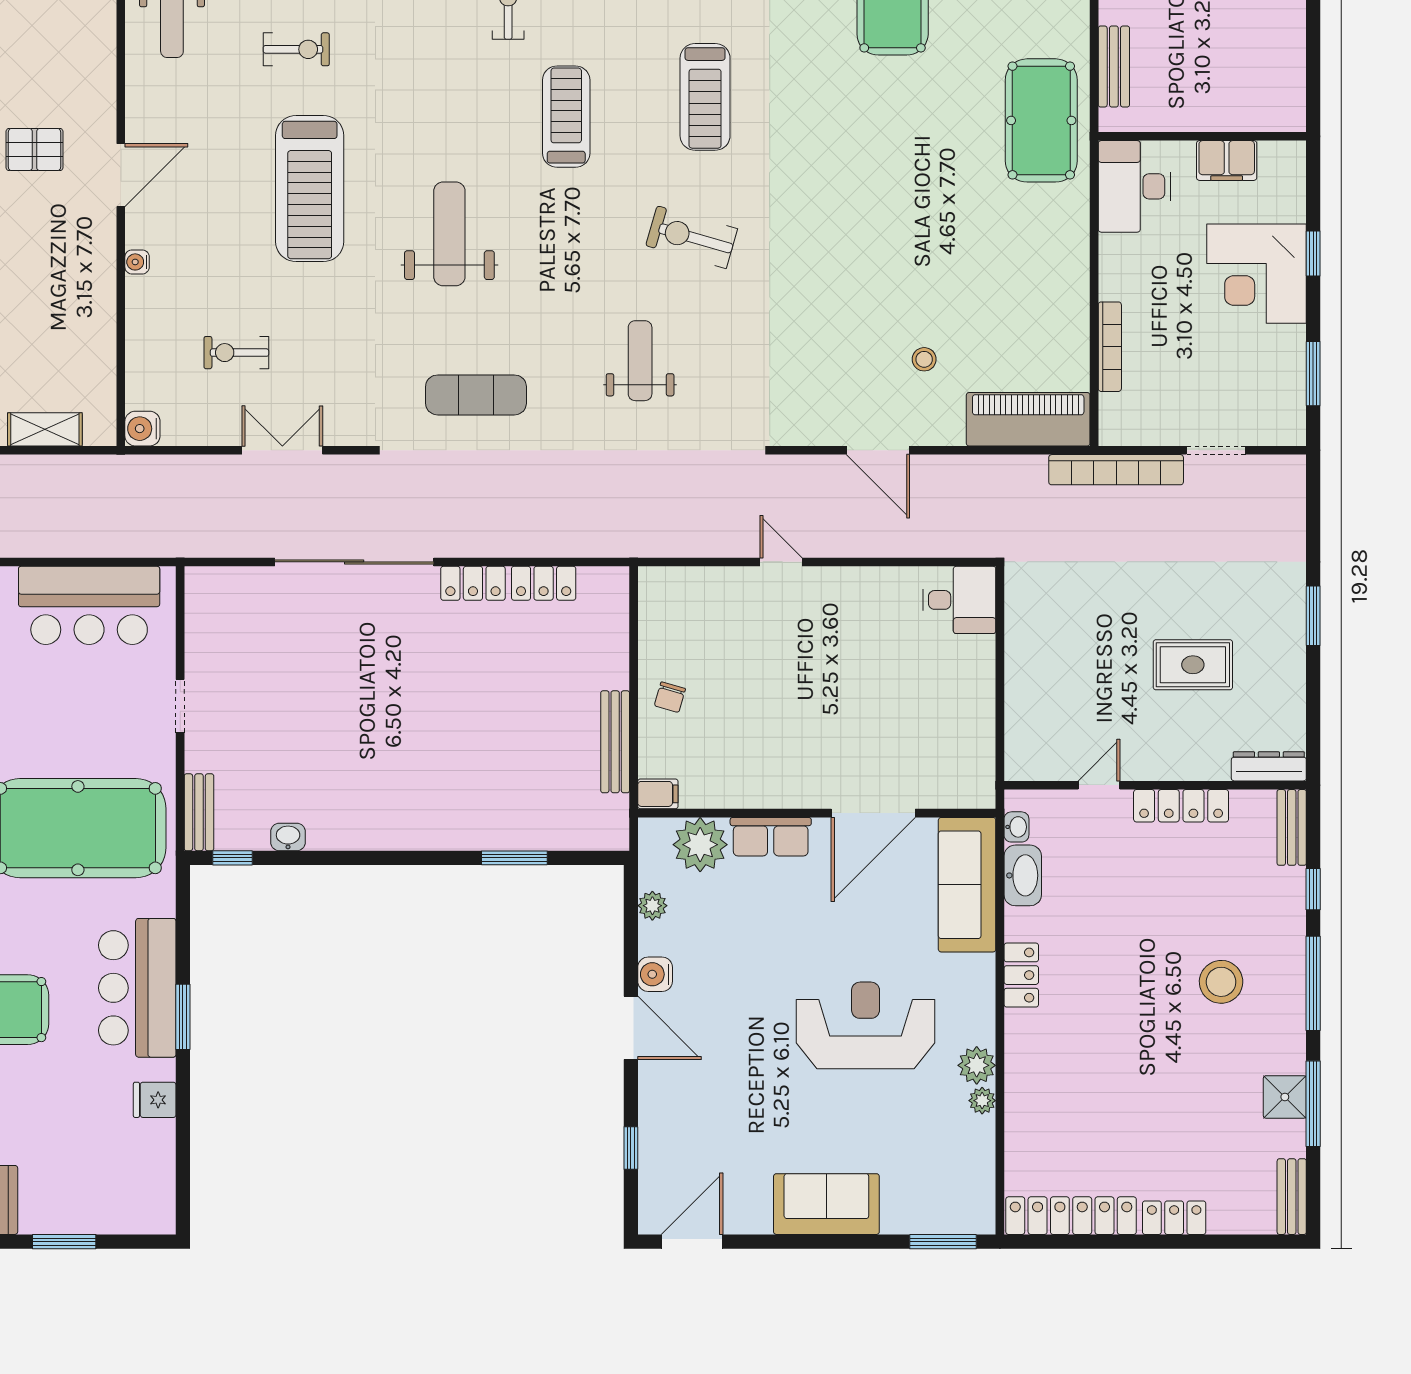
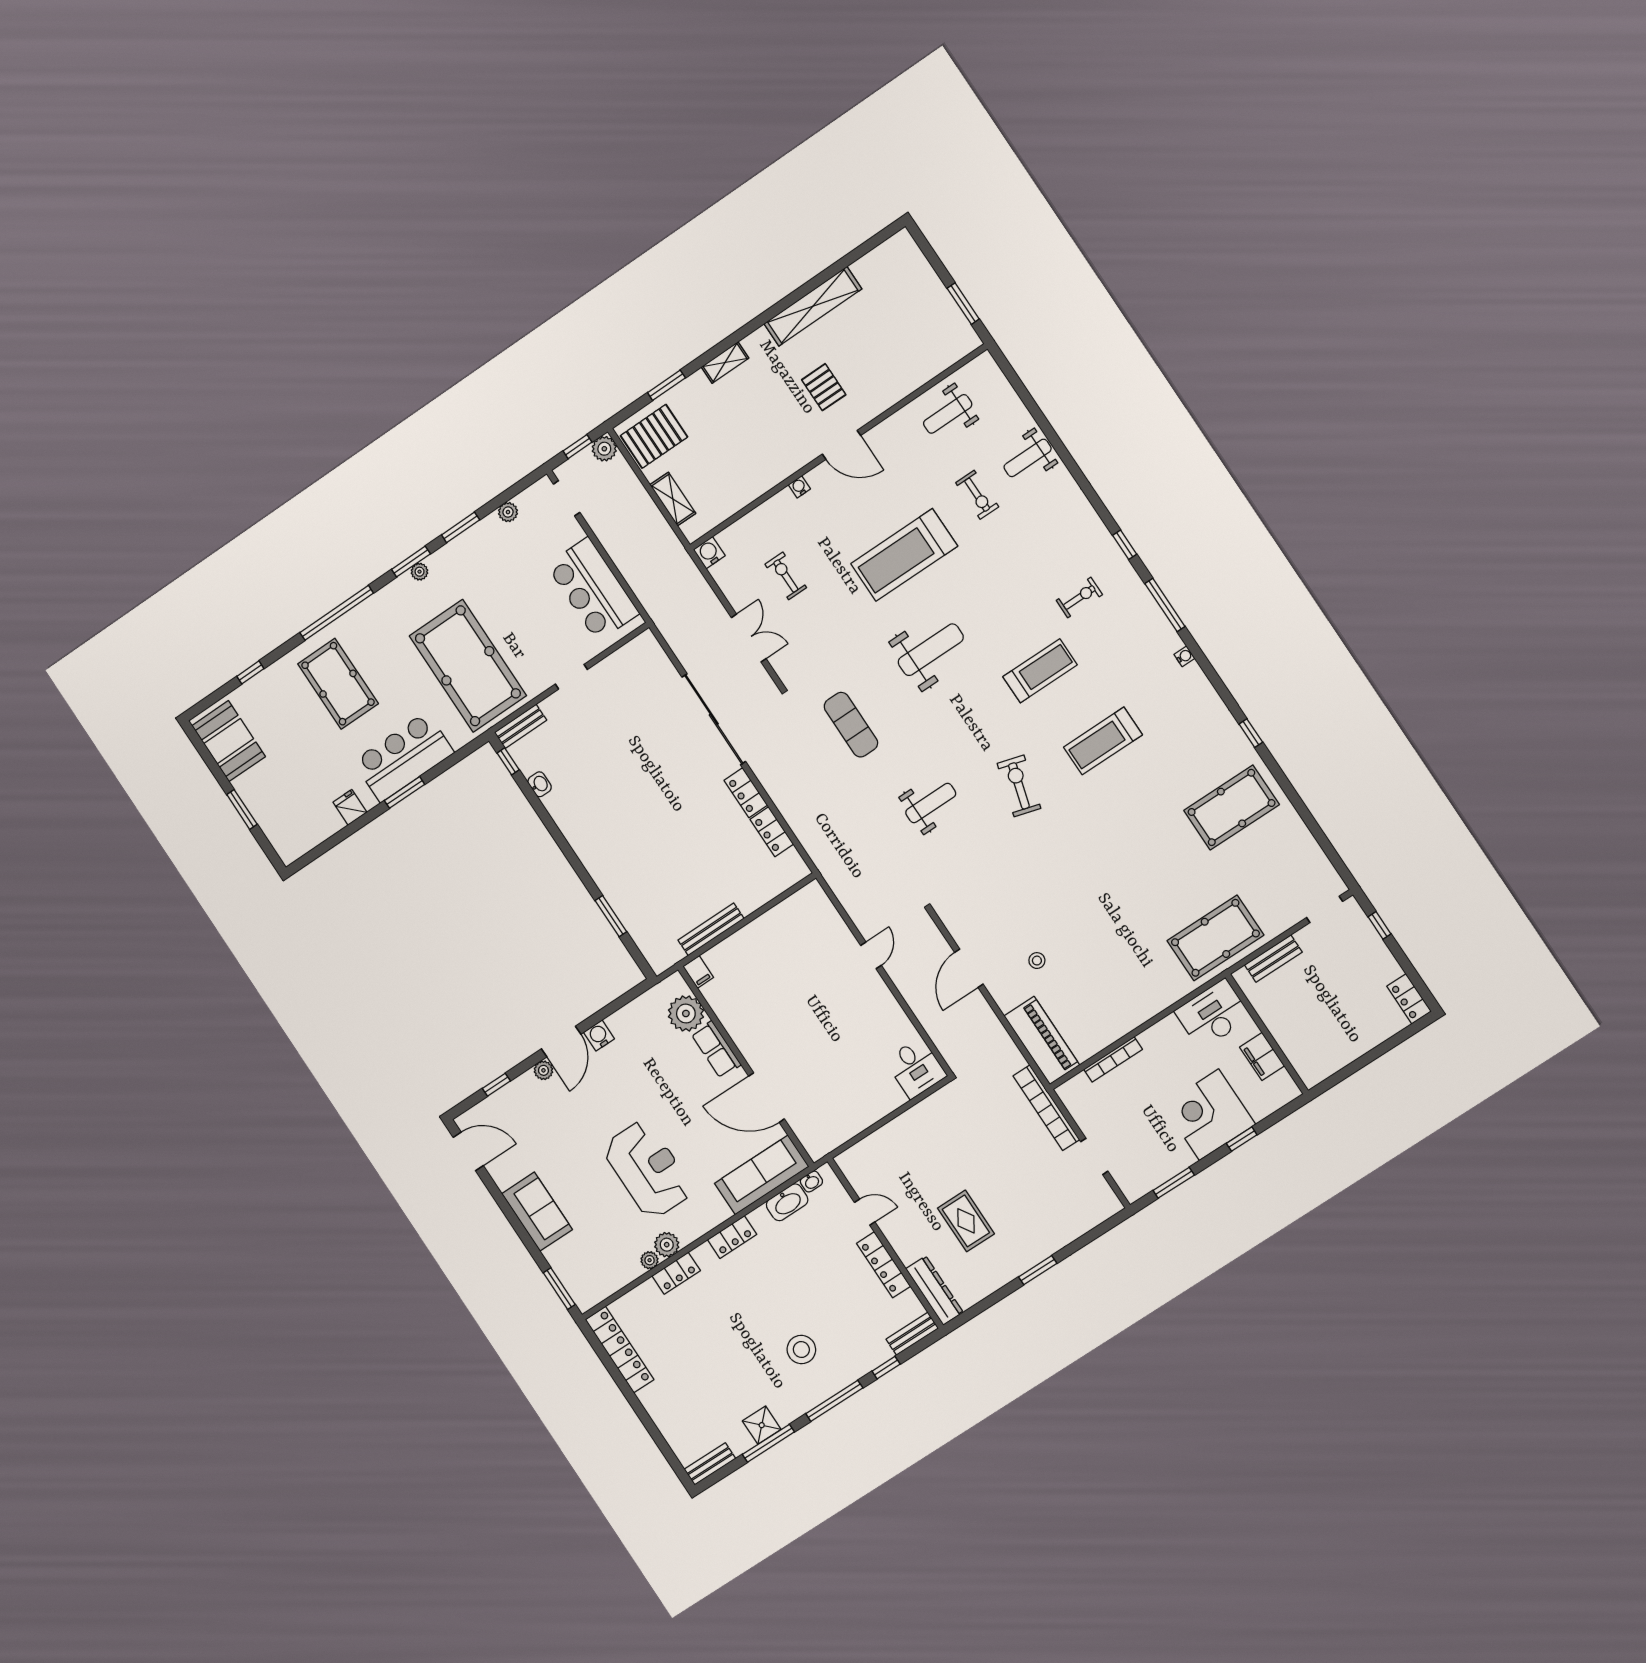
chair: (670, 697) -> (756, 943), removed
dresser: (1269, 766) -> (934, 1291), width x1.37, depth x1.24
plant: (652, 906) -> (543, 1070), moved
locker: (1174, 1218) -> (676, 1273), moved, turned 90

